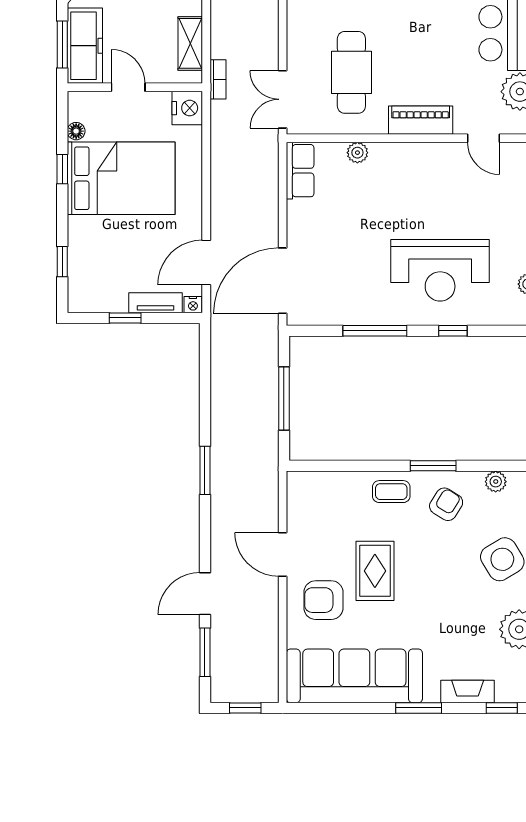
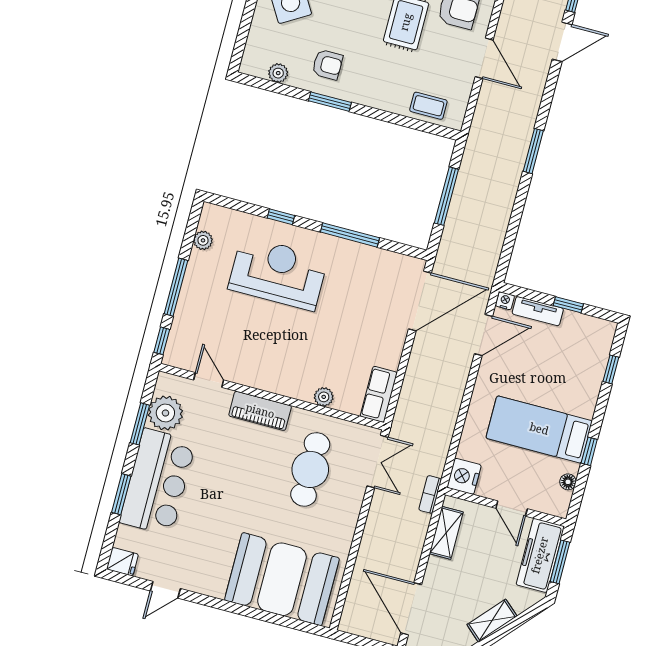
bed: (121, 178) -> (539, 429), width x0.67
coffee table: (391, 492) -> (428, 106), moved
armchair: (446, 504) -> (327, 65), turned -122

